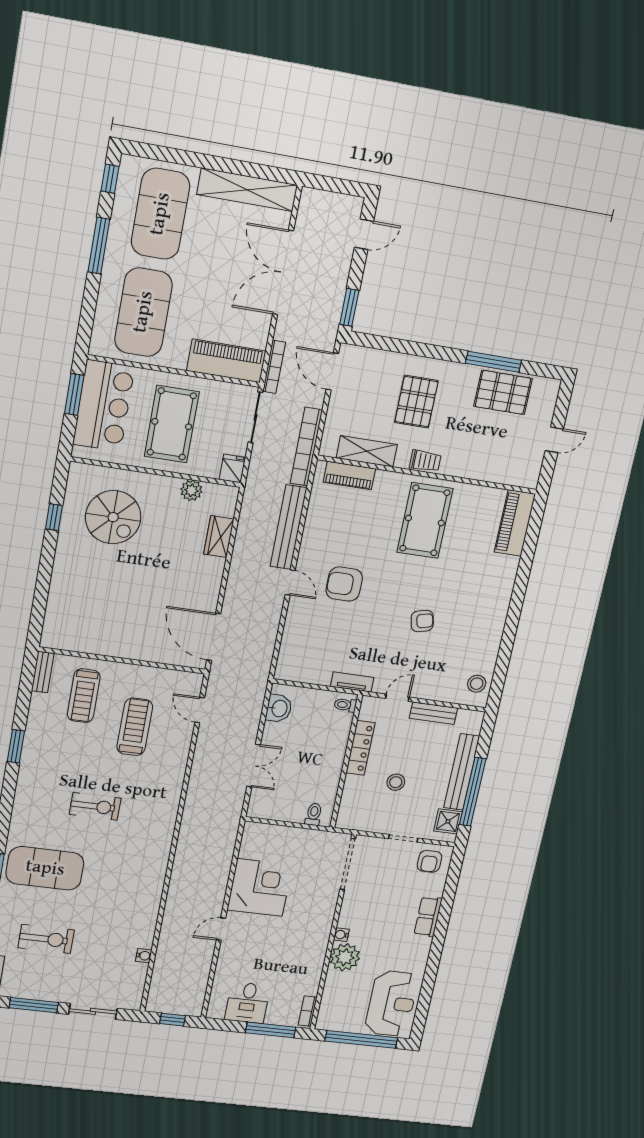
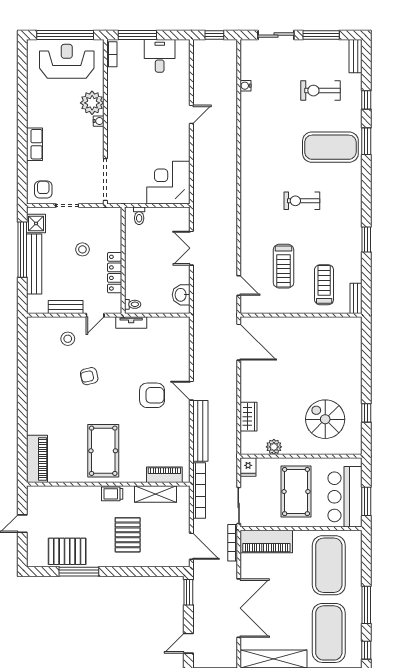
stool: (477, 684) -> (68, 339), moved
corner desk: (260, 887) -> (168, 183), moved, turned 90
reception desk: (391, 1003) -> (67, 61), moved, turned 90

